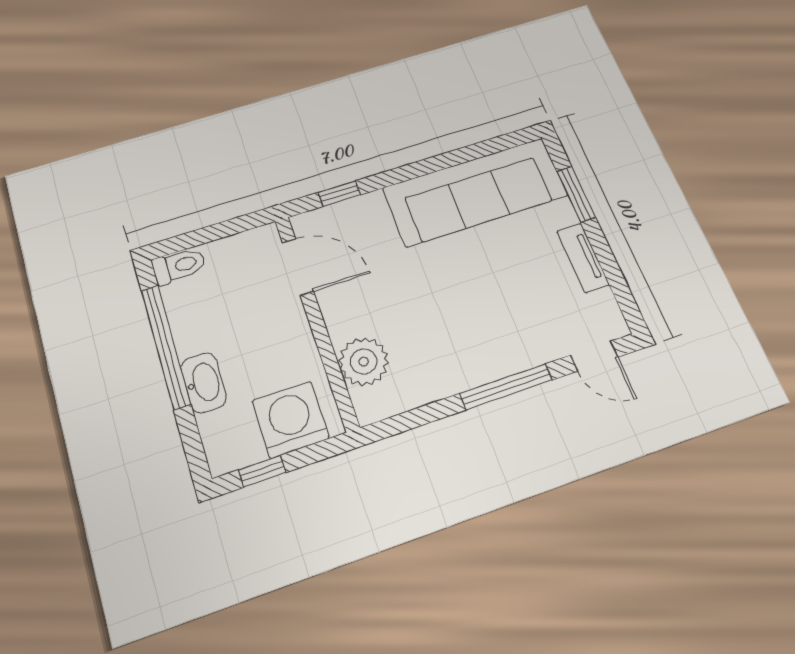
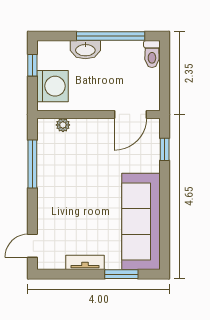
plant: (364, 362) -> (63, 125), width x0.53, depth x0.53
window: (506, 387) -> (32, 164), moved

